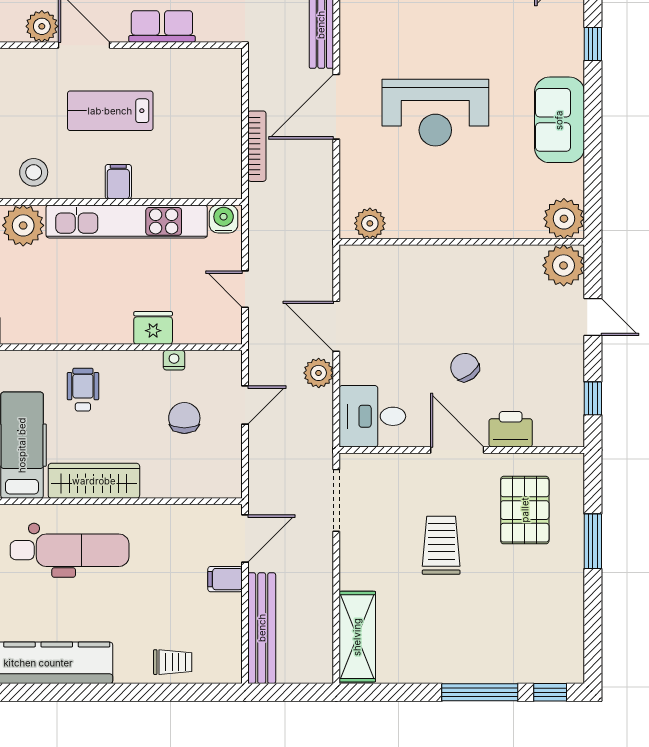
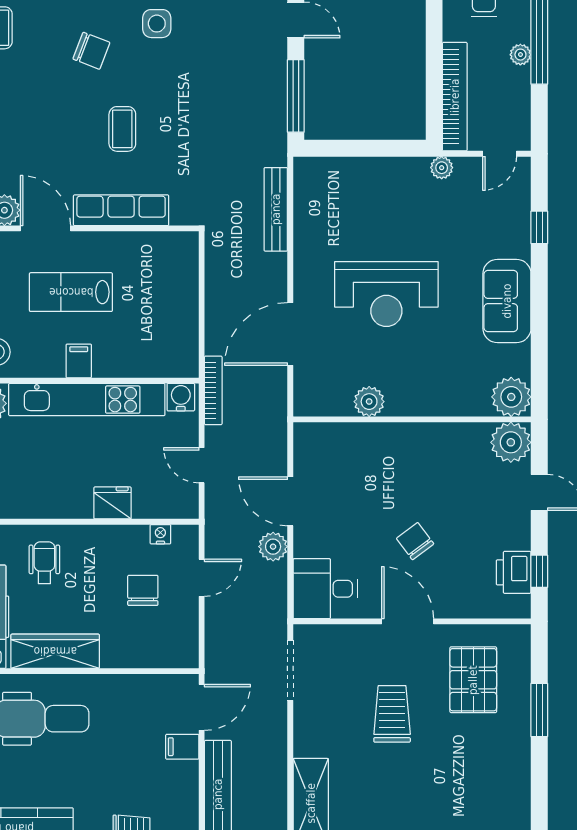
row of seats: (162, 26) -> (121, 210), width x1.48
door: (336, 107) -> (290, 334), moved
bookcase: (257, 146) -> (213, 390), moved
plant: (370, 223) -> (369, 402), moved
nightstand: (174, 360) -> (160, 534), moved
printer: (511, 429) -> (514, 572), moved, turned -90

